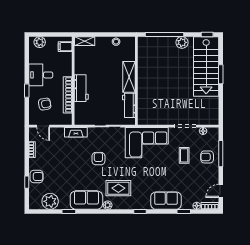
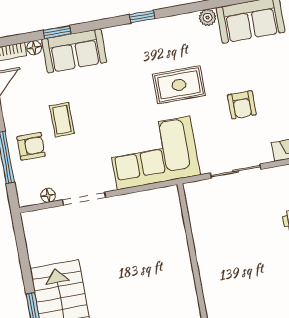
shelving: (129, 77) -> (211, 275), removed
workbench: (129, 105) -> (202, 219), removed
coffee table: (184, 155) -> (62, 120), moved
rug: (118, 188) -> (179, 85), moved
sofa: (166, 201) -> (74, 51), moved

